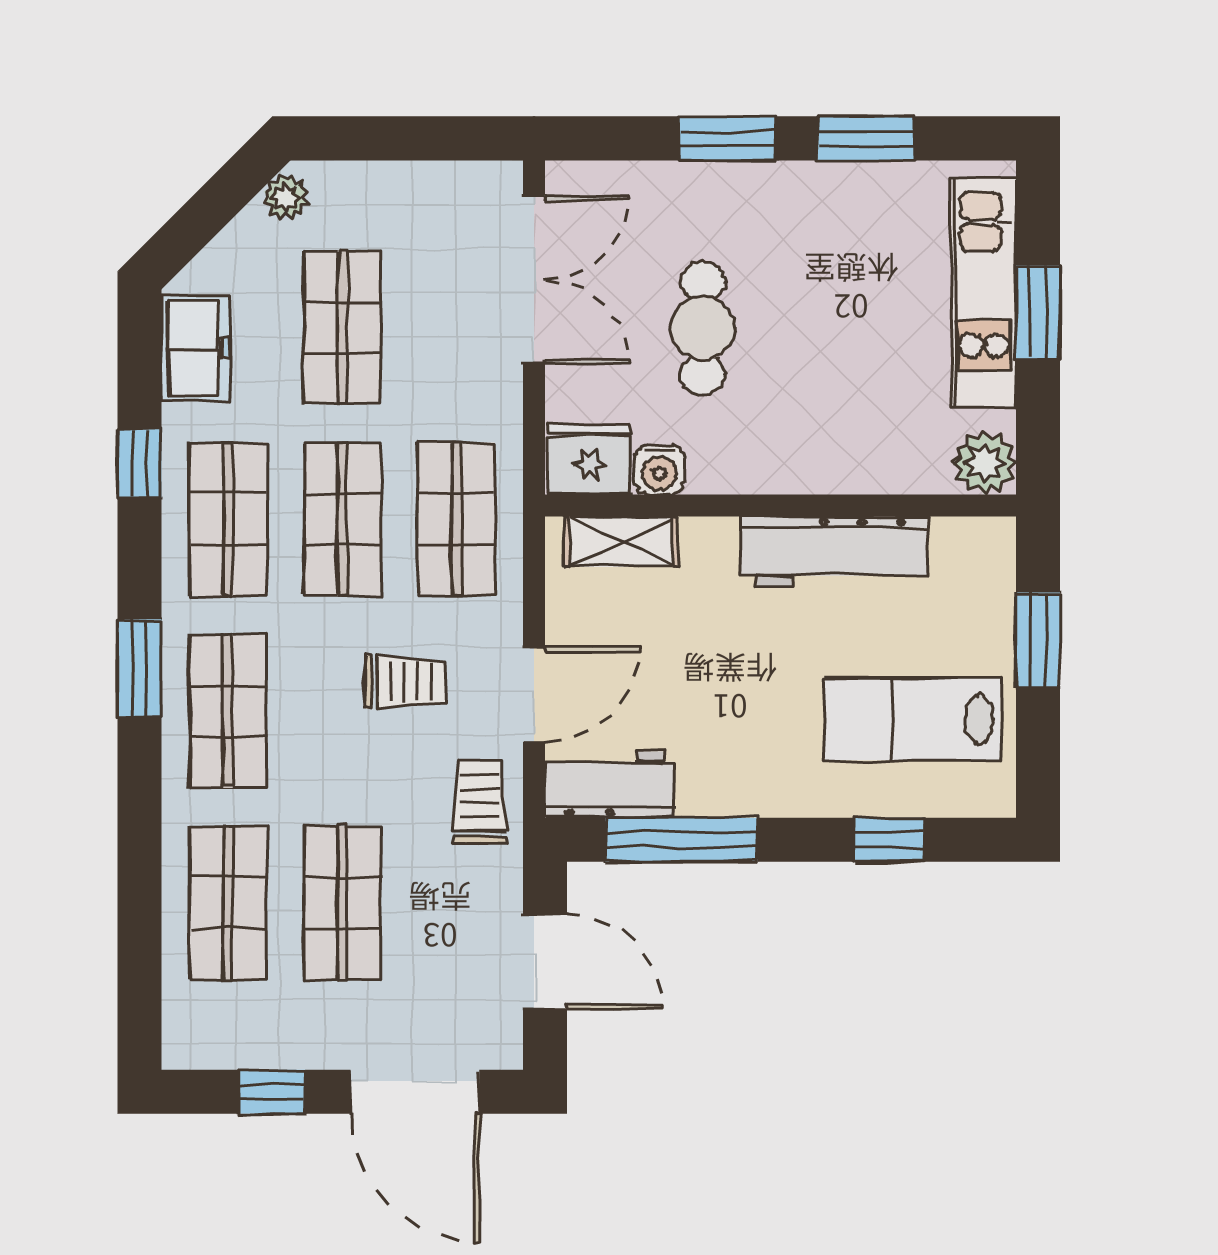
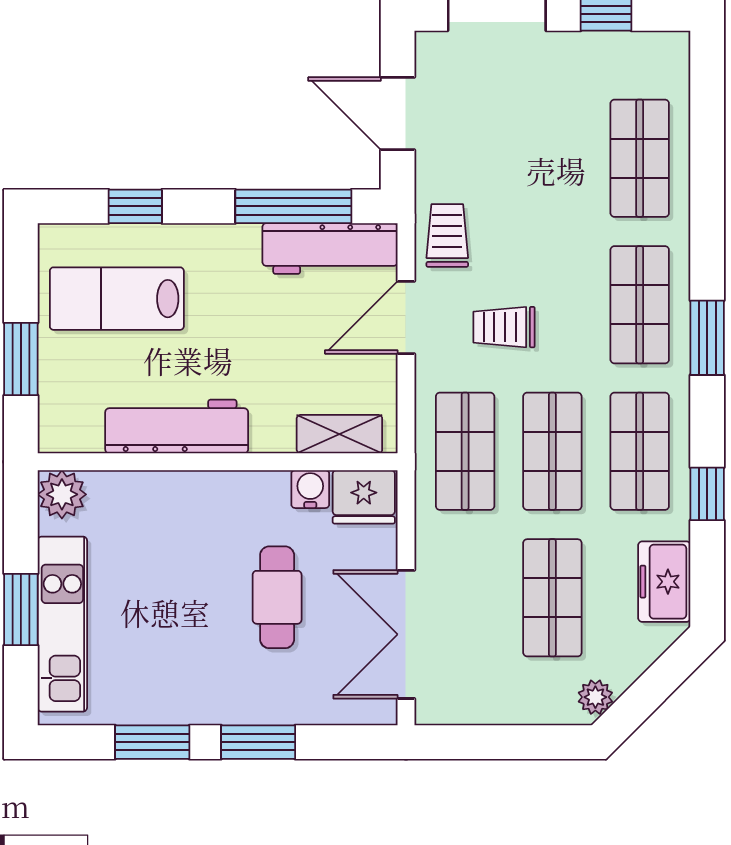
lab bench: (913, 719) -> (117, 299), turned 180
workbench: (609, 785) -> (330, 249), width x1.38
trolley: (480, 802) -> (447, 235), turned 180
shop shelf: (342, 903) -> (552, 158), removed

